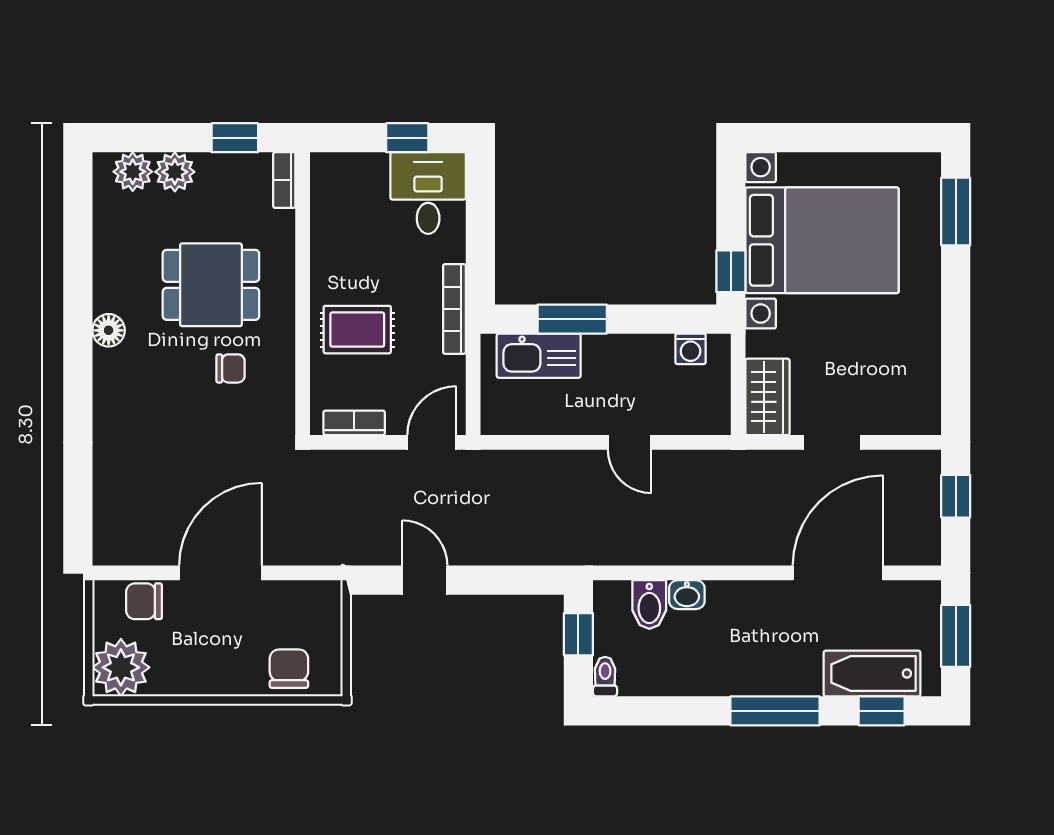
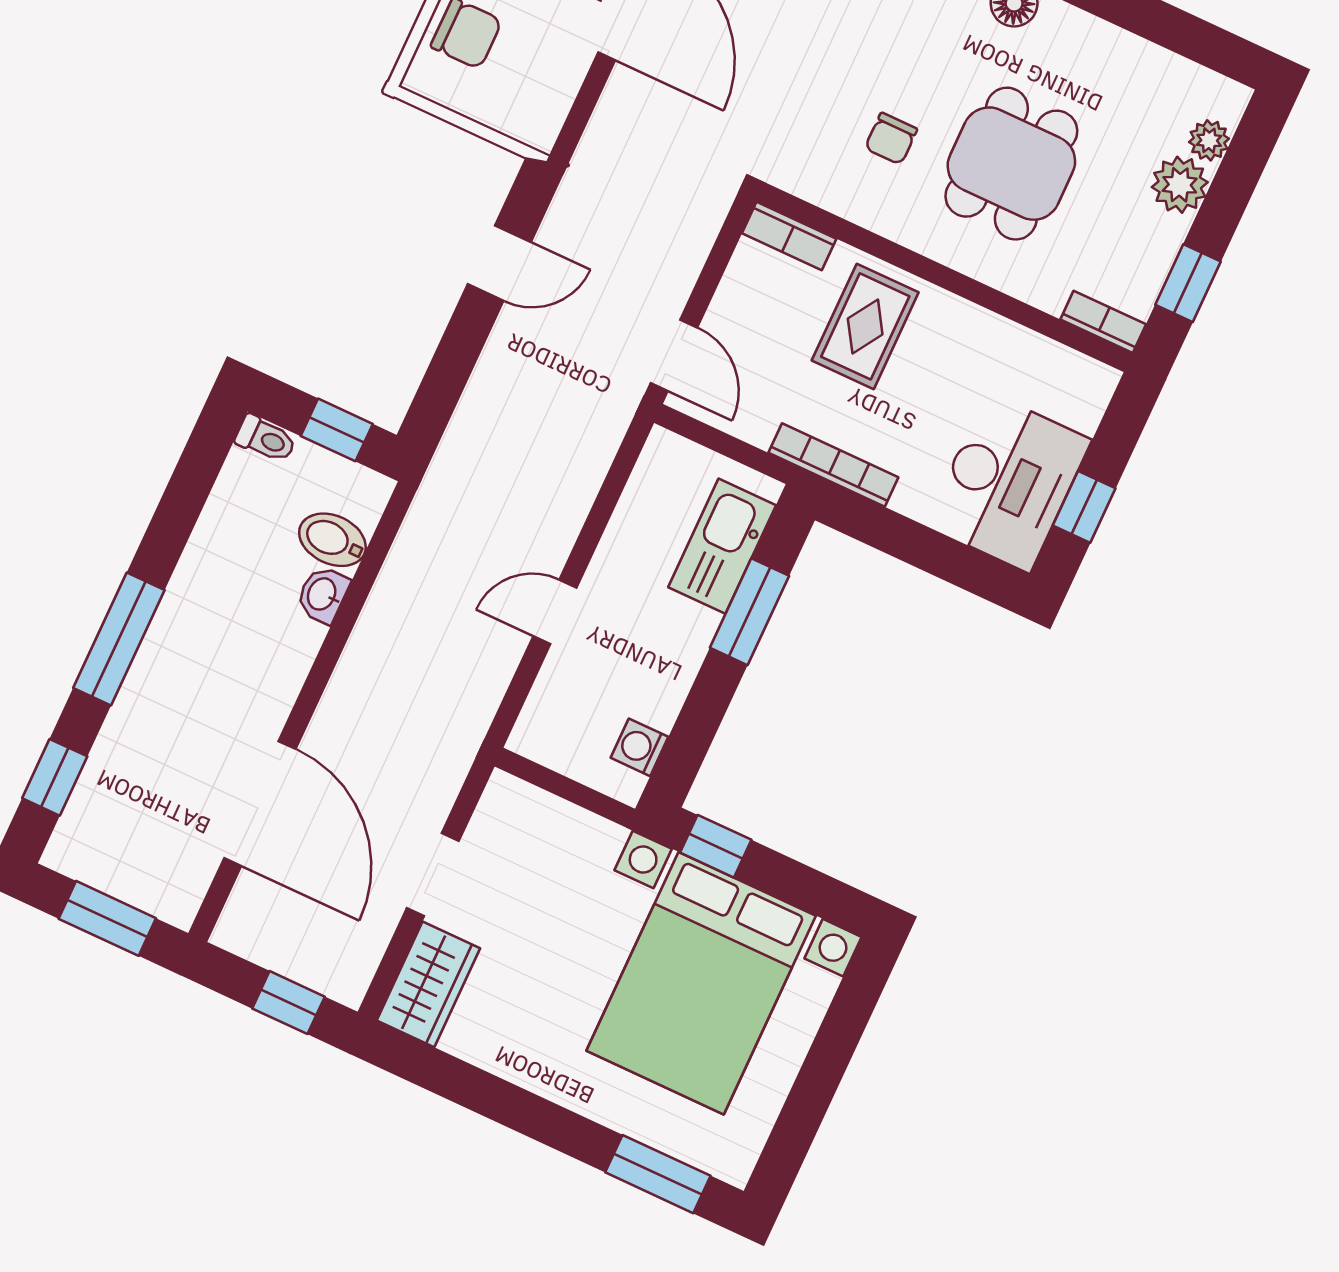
plant: (133, 172) -> (1209, 140), width x0.73, depth x0.73
desk: (428, 193) -> (1008, 482), width x1.37
wardrobe: (767, 397) -> (428, 984), moved, turned -90
bookcase: (354, 423) -> (789, 236), moved, turned 90
bathtub: (872, 673) -> (109, 787), removed

